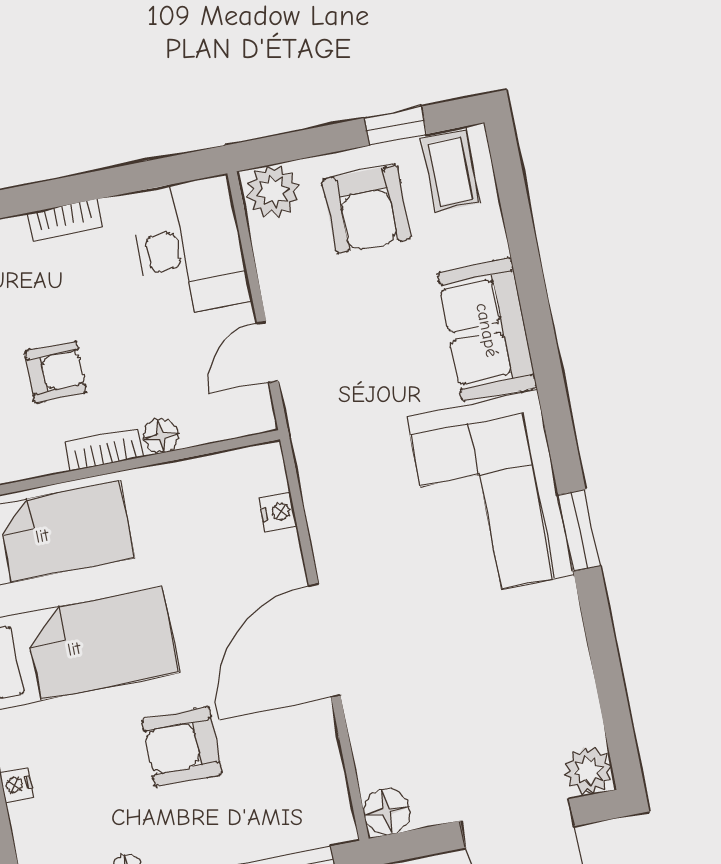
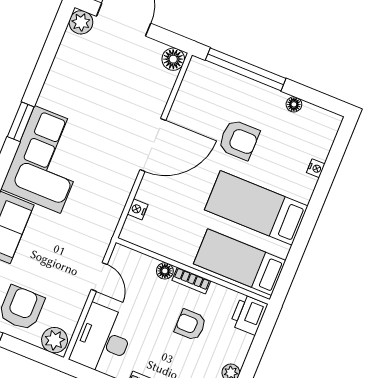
door: (267, 351) -> (99, 277), hinge flipped

